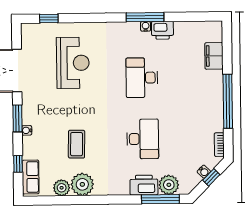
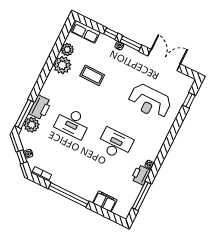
window: (145, 17) -> (142, 196), moved
window: (18, 164) -> (111, 34), moved

